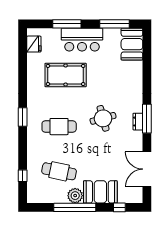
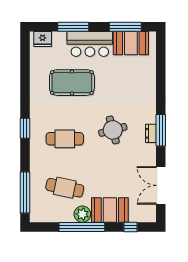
fridge: (34, 44) -> (43, 39), moved, turned 90
booth: (132, 44) -> (131, 43), moved, turned 90
window: (23, 176) -> (25, 192), width x3.17

